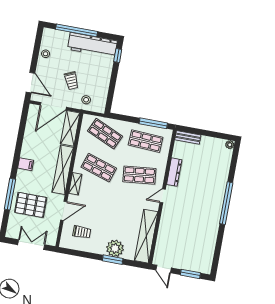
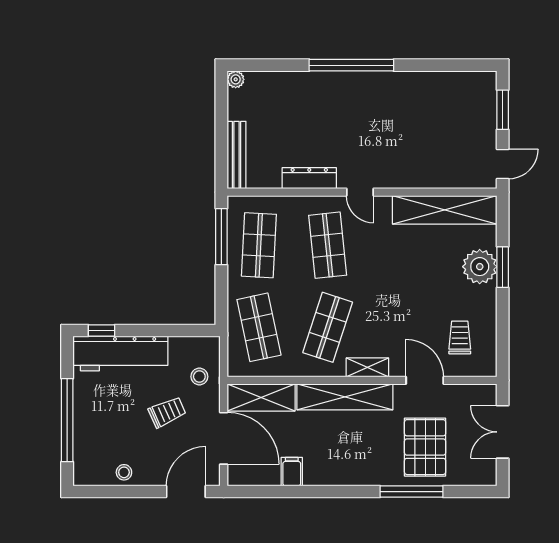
workbench: (92, 45) -> (120, 353), moved, turned 90
shop shelf: (105, 134) -> (259, 327), turned -36
bench: (188, 137) -> (236, 155), width x1.36
filing cabinet: (26, 164) -> (292, 472), moved

